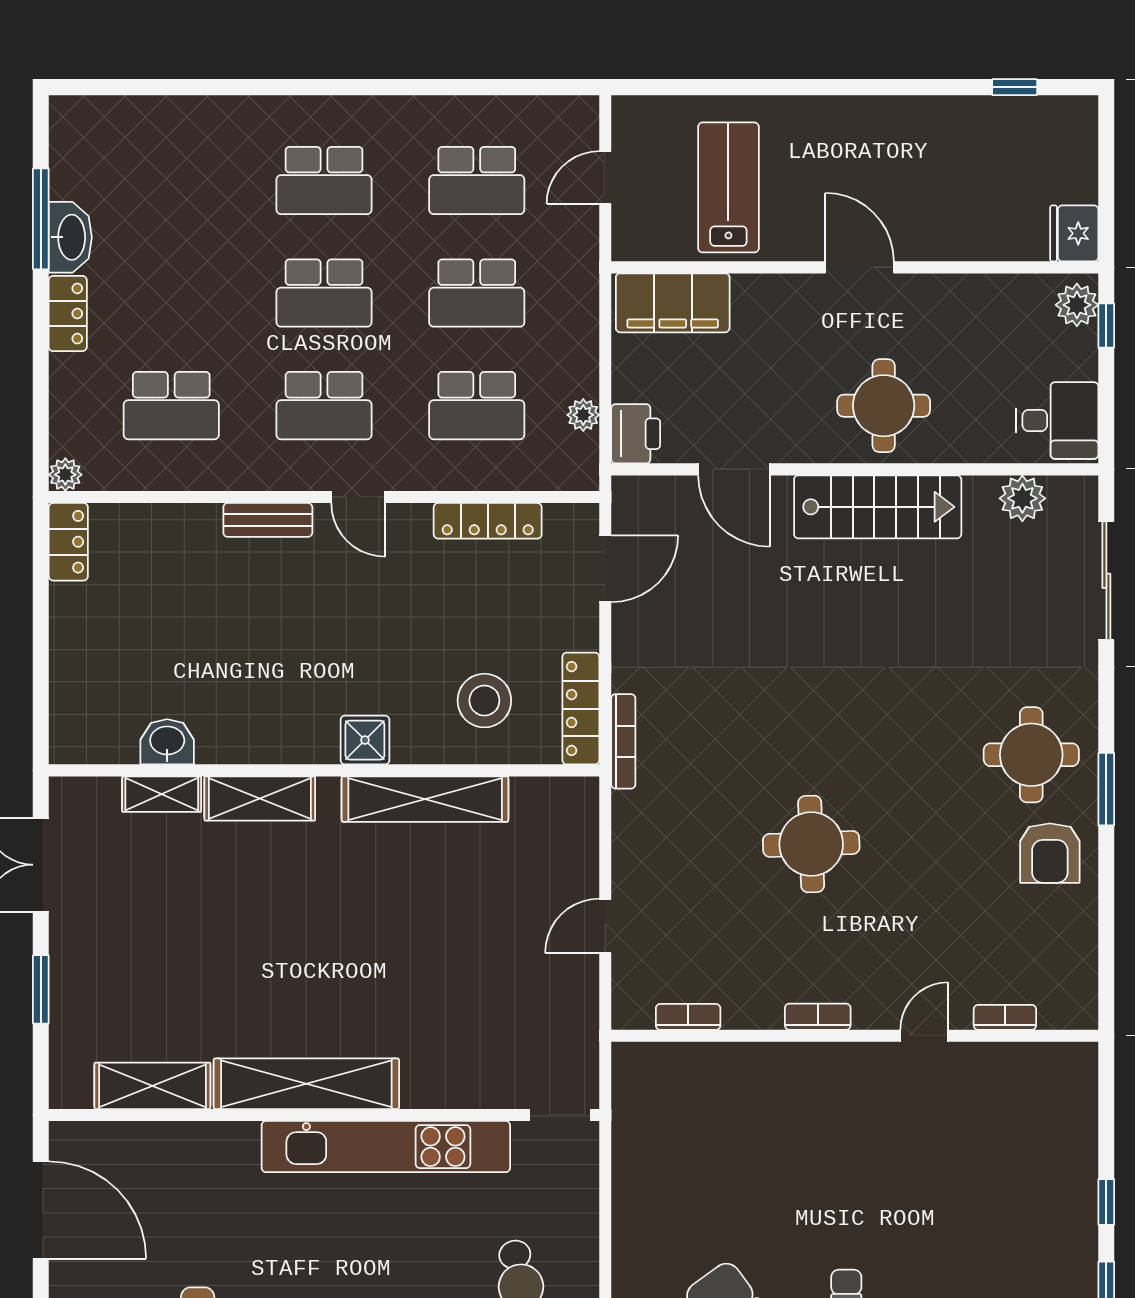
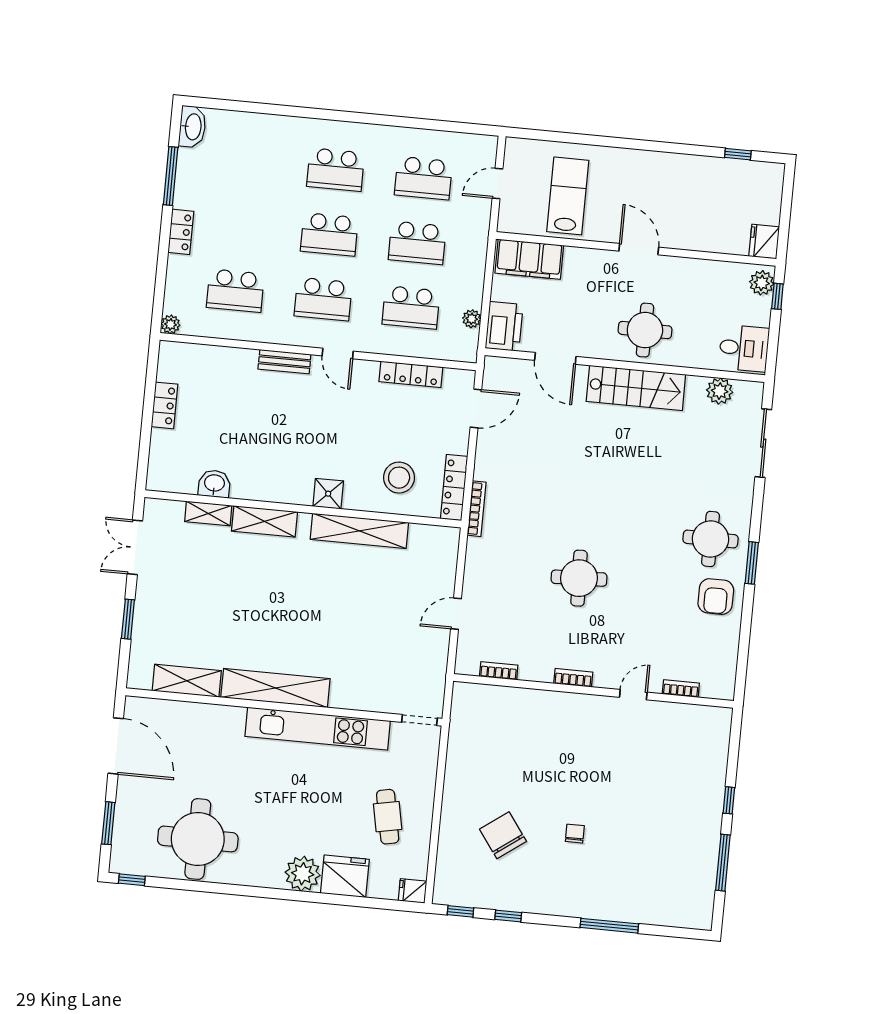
washbasin: (70, 237) -> (193, 127), moved
printer: (636, 434) -> (504, 326), width x1.37, depth x1.19
locker: (68, 542) -> (164, 405), moved

